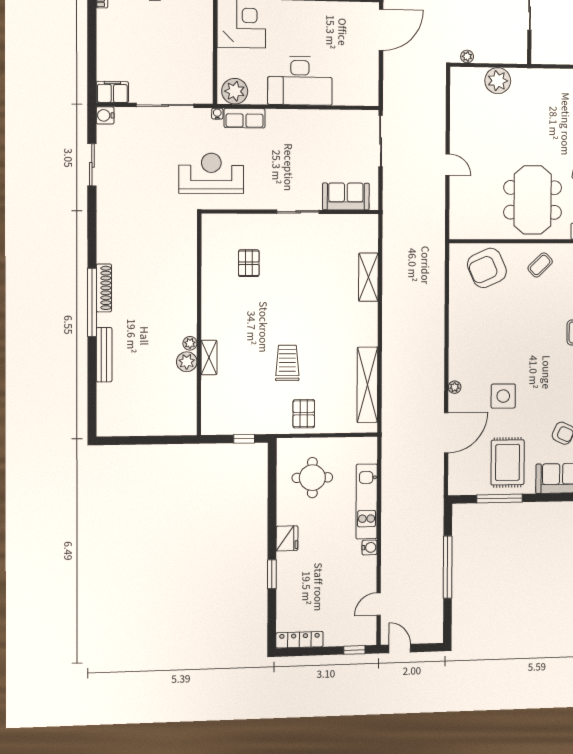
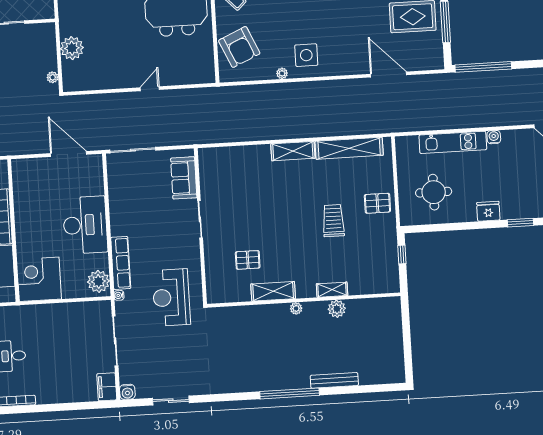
door: (381, 30) -> (68, 154), moved
row of seats: (245, 118) -> (121, 263), width x1.48
shelving: (368, 277) -> (293, 151), moved
shoe rack: (104, 288) -> (276, 384), removed
shelving: (211, 290) -> (273, 291), added
plant: (190, 343) -> (296, 308), moved
trolley: (287, 363) -> (333, 221), turned 90
plant: (455, 387) -> (282, 73), moved
side table: (503, 396) -> (306, 55), moved
window: (448, 567) -> (483, 67), moved

